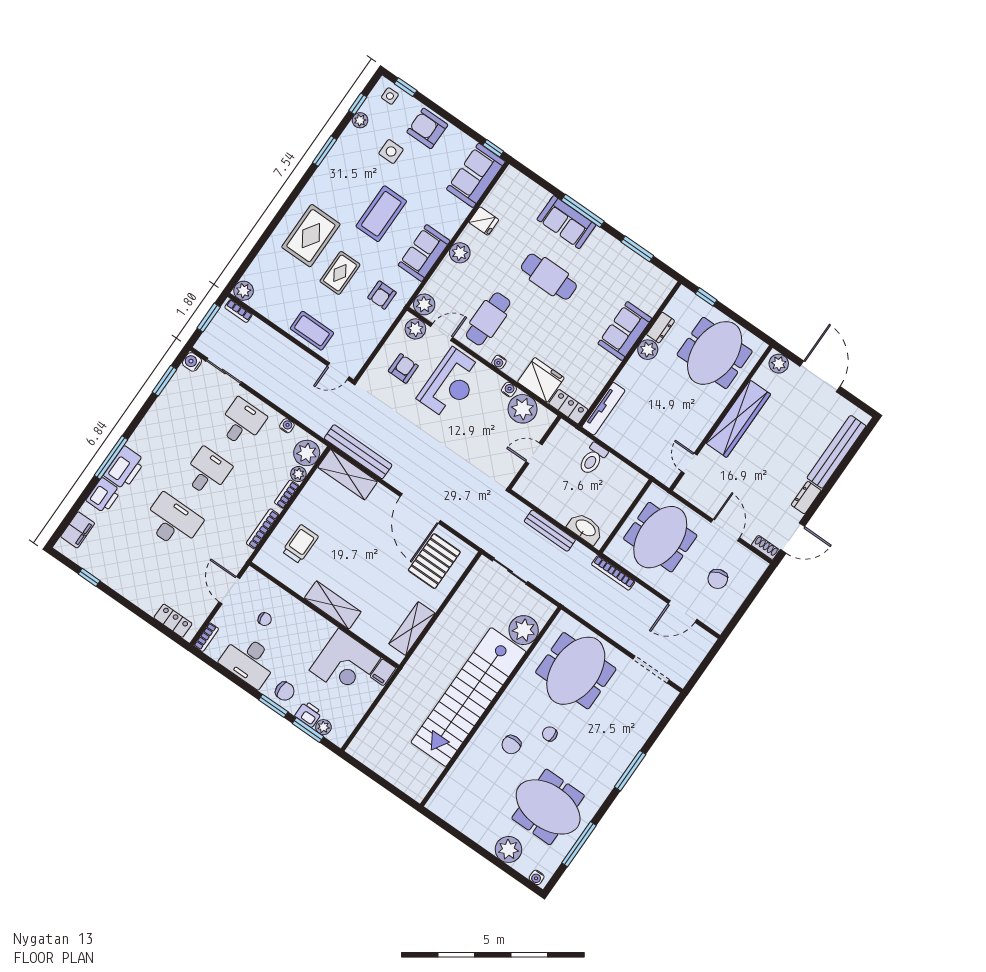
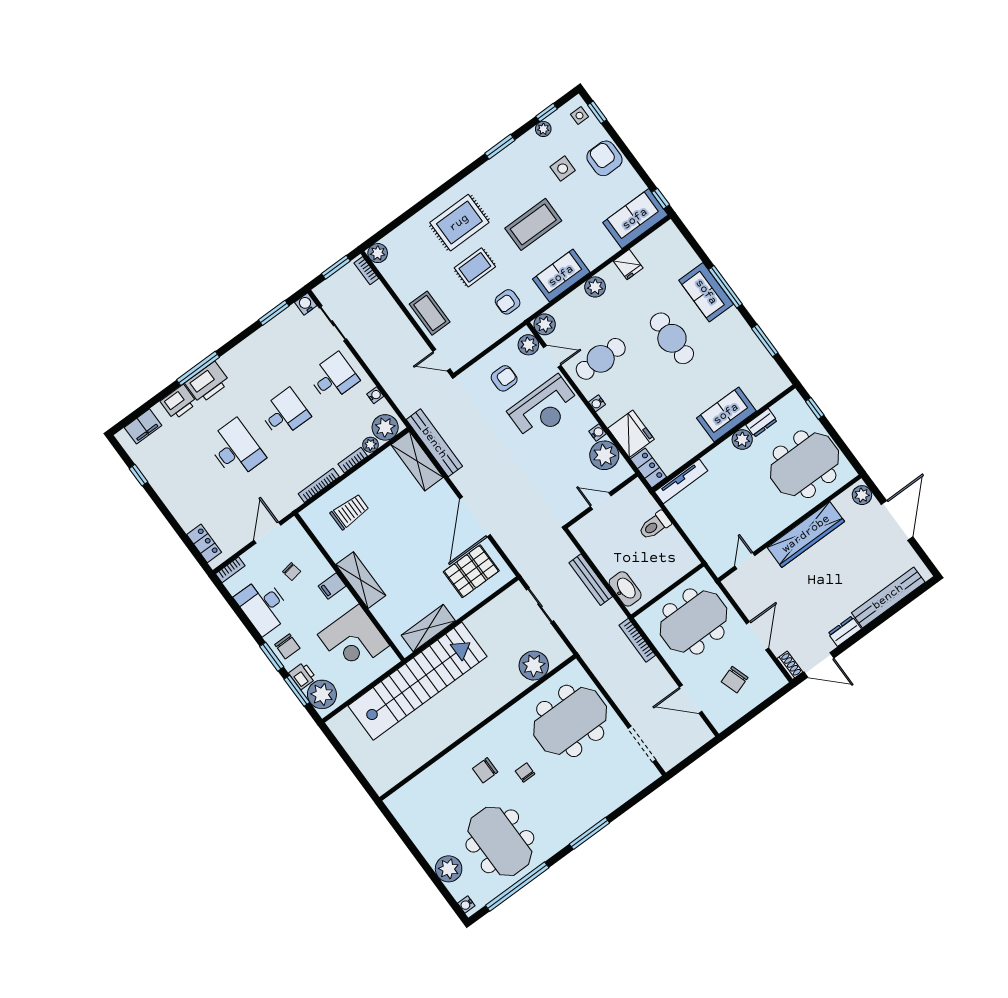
filing cabinet: (383, 672) -> (332, 586), moved
stairs: (468, 697) -> (417, 681), moved, turned 180
plant: (323, 727) -> (322, 694), width x1.88, depth x1.88
window: (579, 844) -> (517, 887), width x1.46

